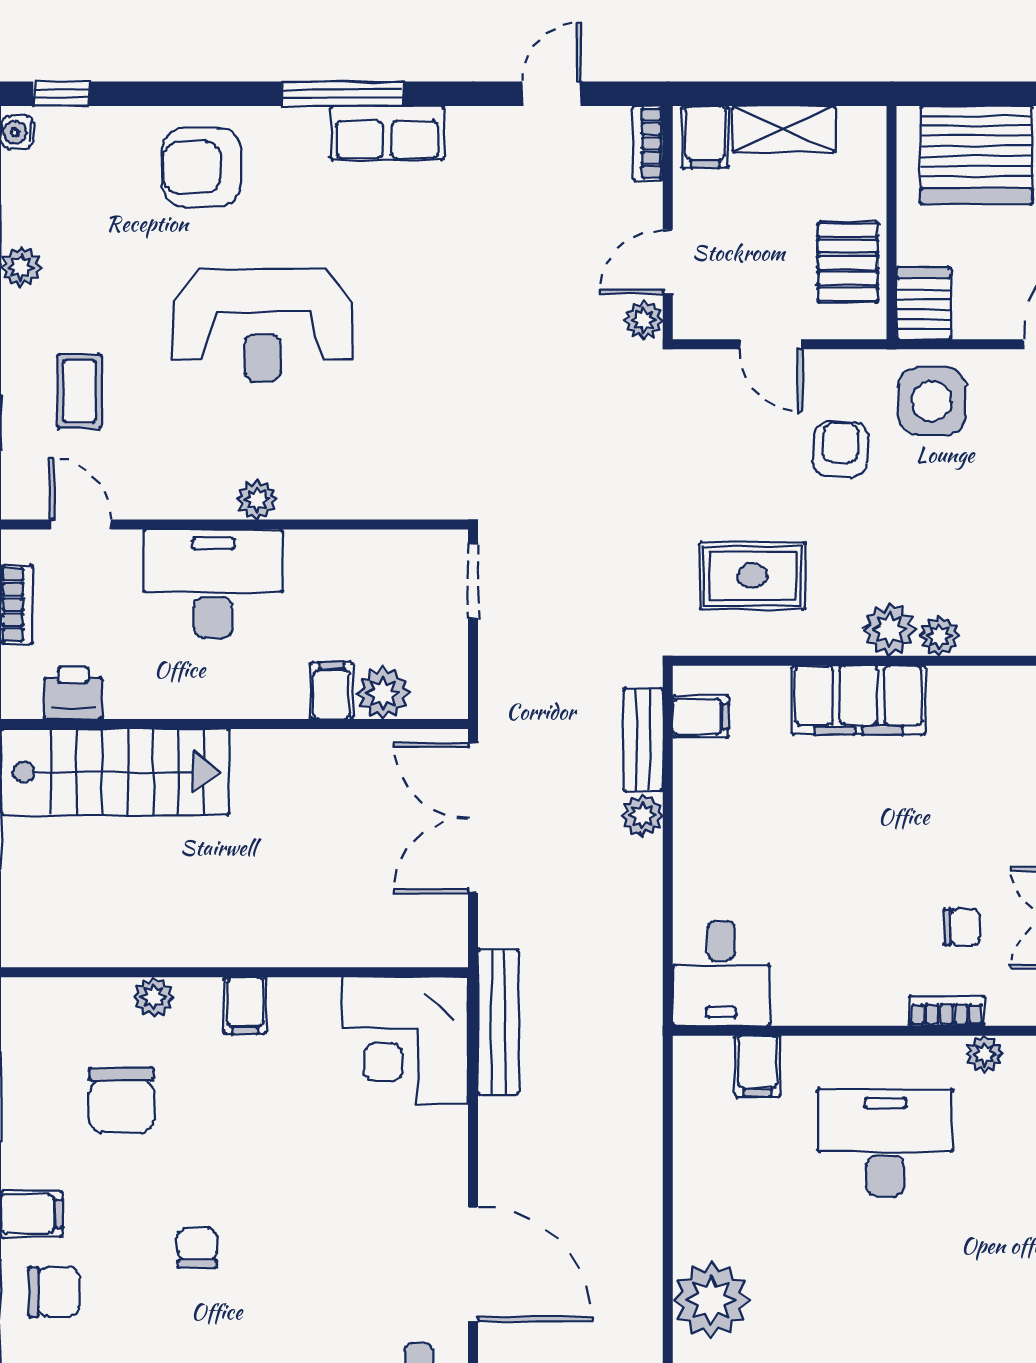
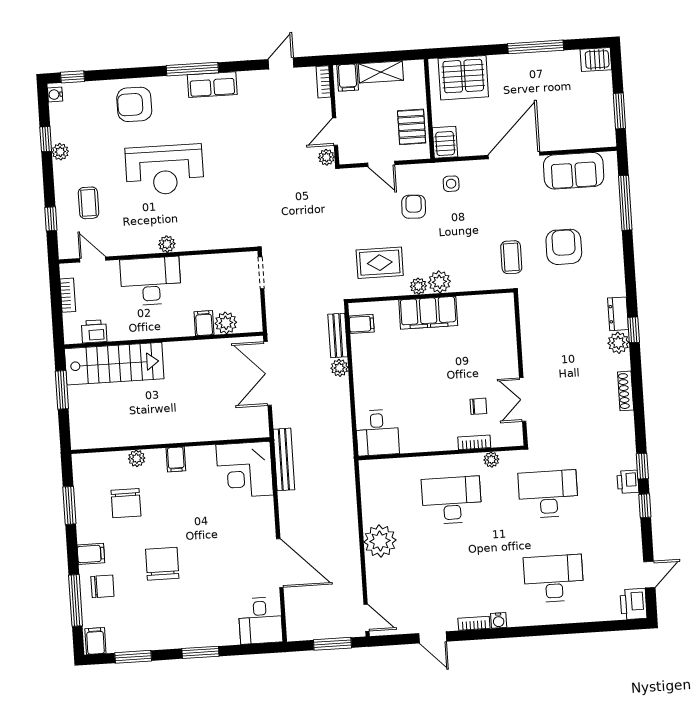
side table: (932, 401) -> (451, 184), width x0.54, depth x0.54
plant: (939, 636) -> (418, 286), moved
filing cabinet: (757, 1066) -> (395, 471), removed
chair: (197, 1248) -> (162, 564), width x1.87, depth x1.87
plant: (711, 1300) -> (380, 541), moved

